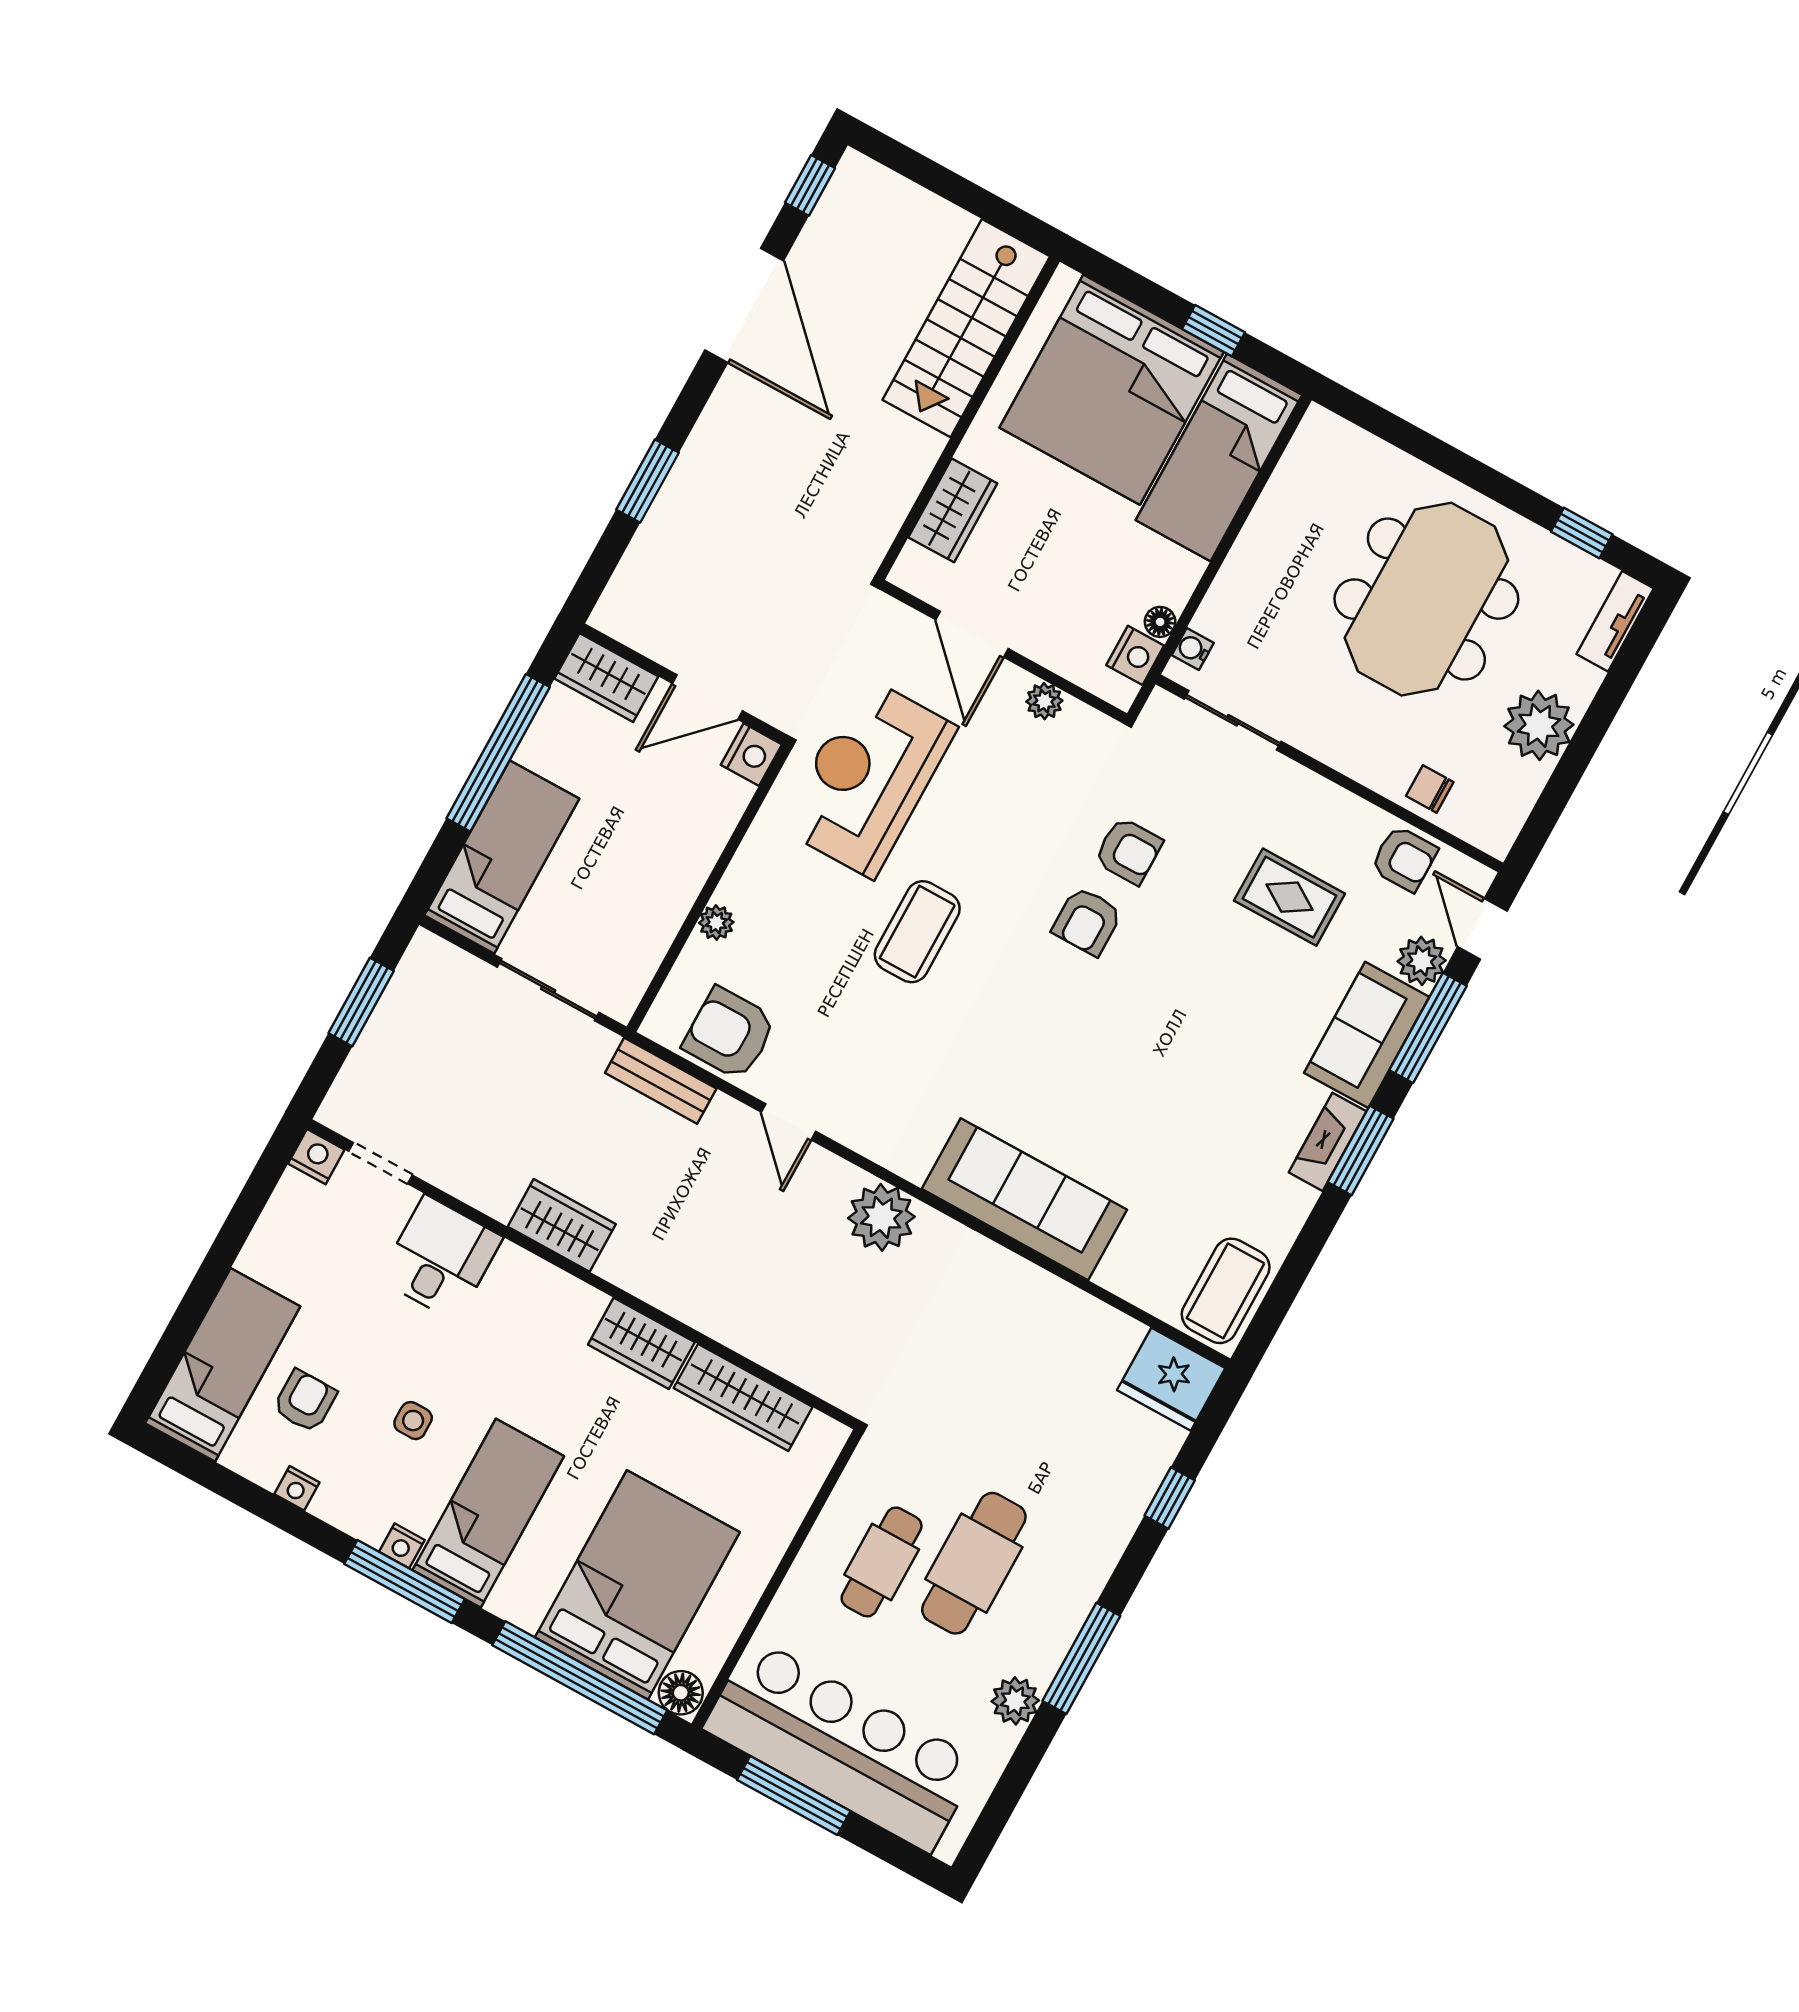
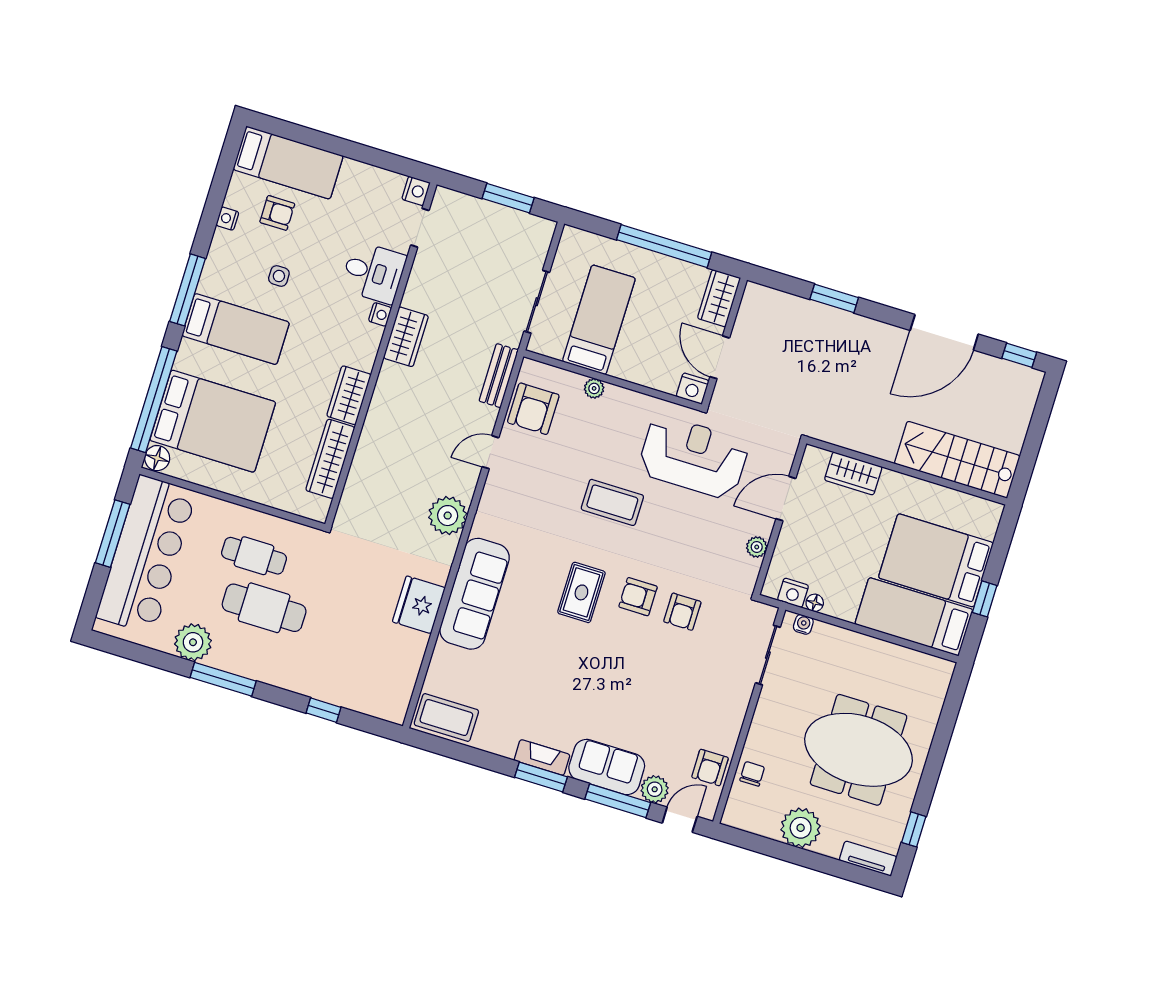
bed: (1112, 390) -> (936, 560), width x0.73
bed: (502, 857) -> (599, 320), moved, turned -90
rug: (1290, 897) -> (581, 592), moved
armchair: (729, 1033) -> (533, 409), turned 180
fridge: (1171, 1379) -> (419, 605), moved
nightstand: (402, 1546) -> (380, 314), moved, turned 180
plant: (1015, 1701) -> (193, 642), width x1.36, depth x1.36

